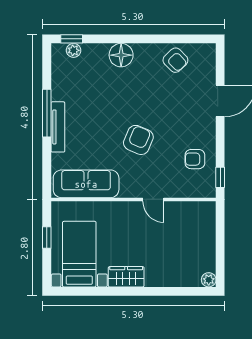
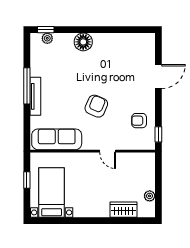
armchair: (175, 60) -> (124, 46), removed
wardrobe: (126, 277) -> (123, 210), moved
plant: (209, 280) -> (150, 196), moved

